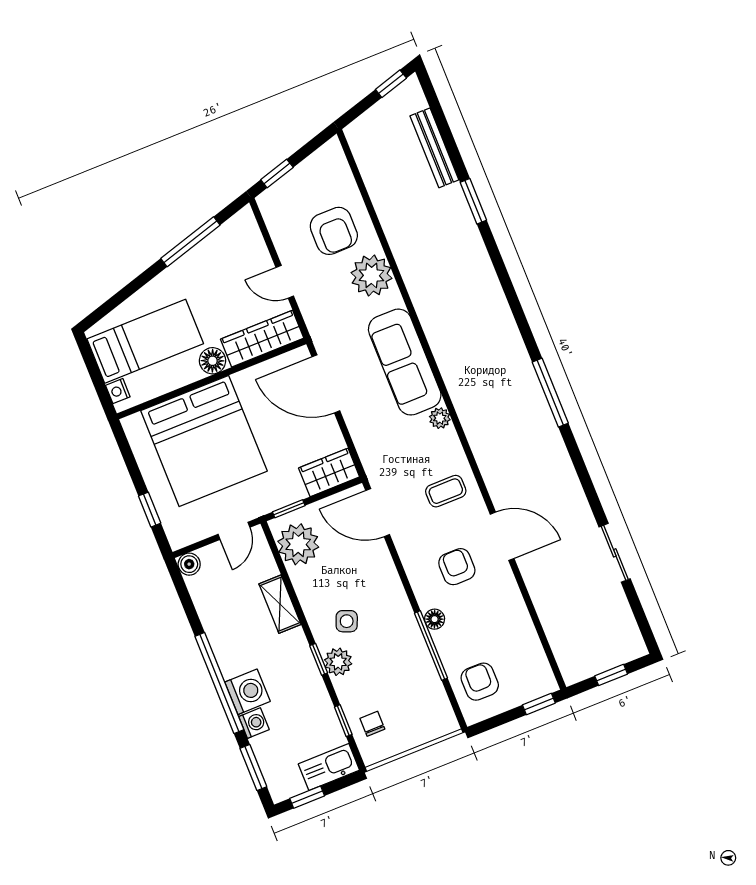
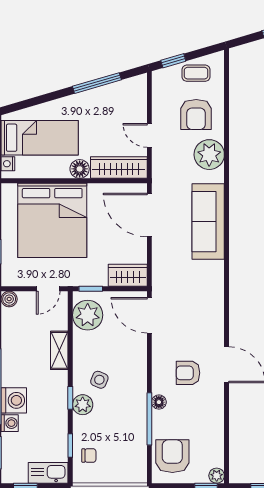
plant: (440, 418) -> (217, 476), moved
coffee table: (446, 491) -> (196, 73), moved
armchair: (457, 567) -> (188, 373), turned -90
armchair: (480, 682) -> (172, 456), width x1.38, depth x1.38
chair: (372, 724) -> (89, 456), turned 90

